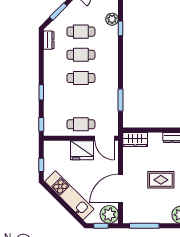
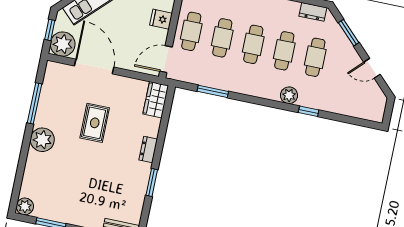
plant: (112, 19) -> (289, 95), moved
cafe table: (81, 101) -> (222, 38), added
fridge: (82, 150) -> (161, 19), width x0.53, depth x0.75
window: (144, 226) -> (34, 103), moved

